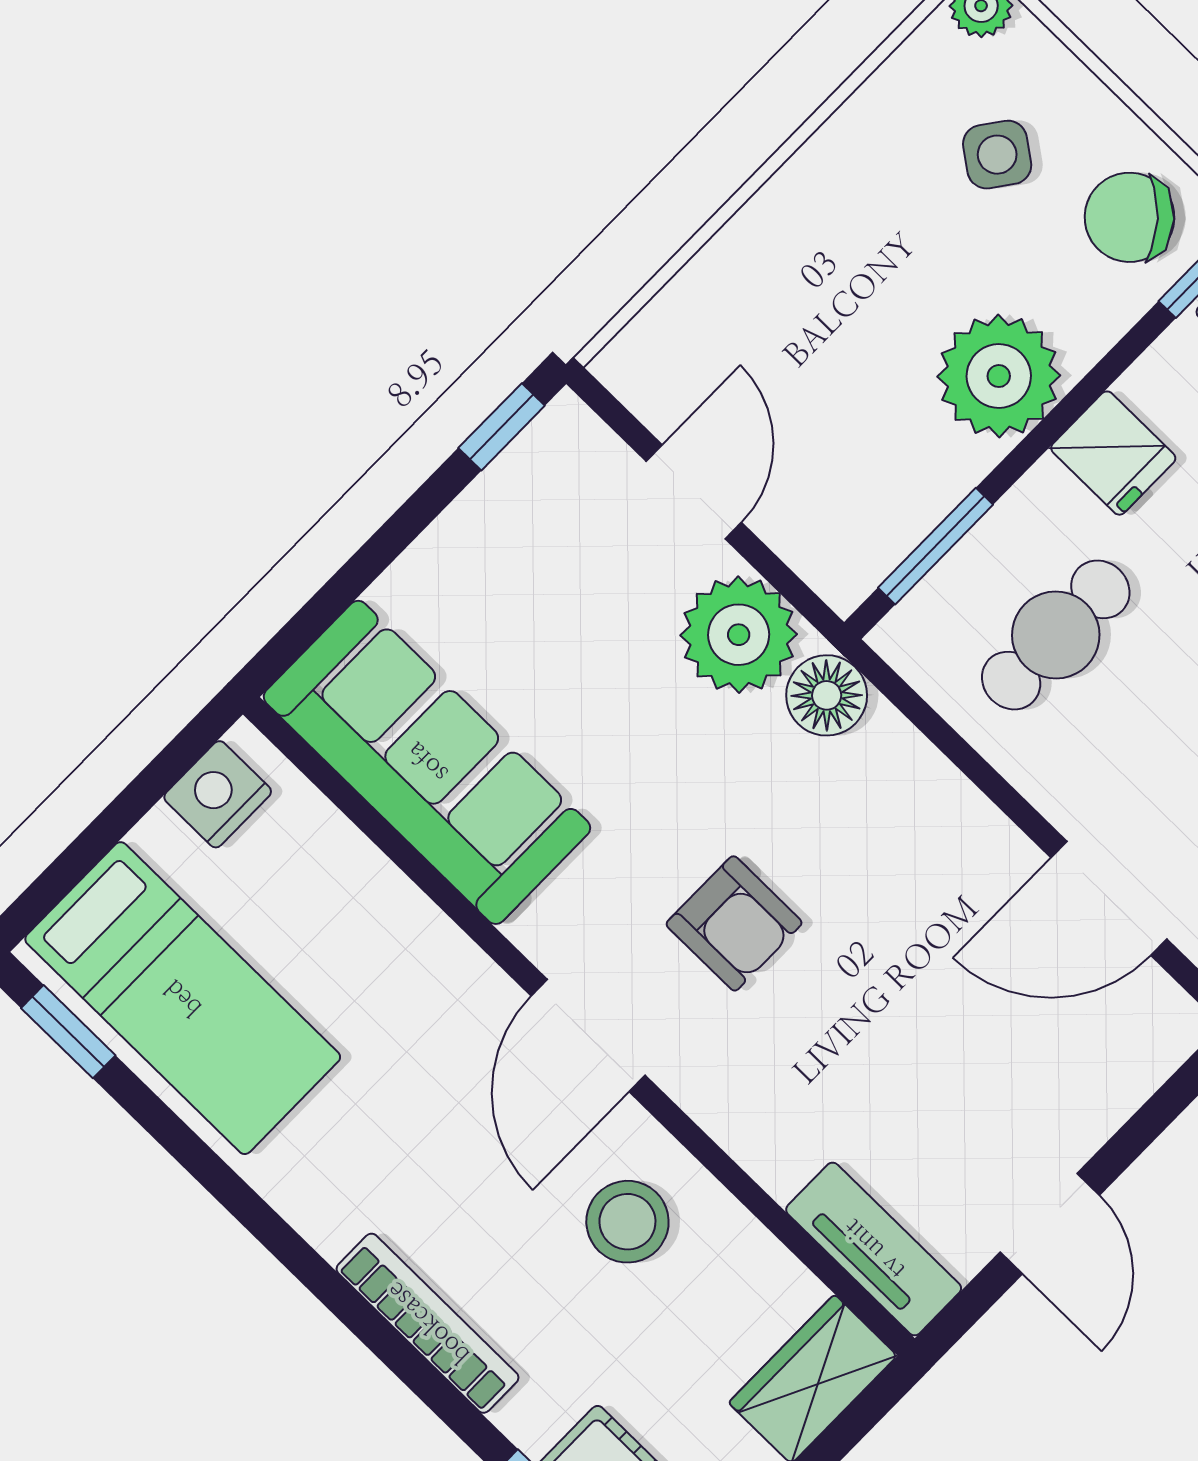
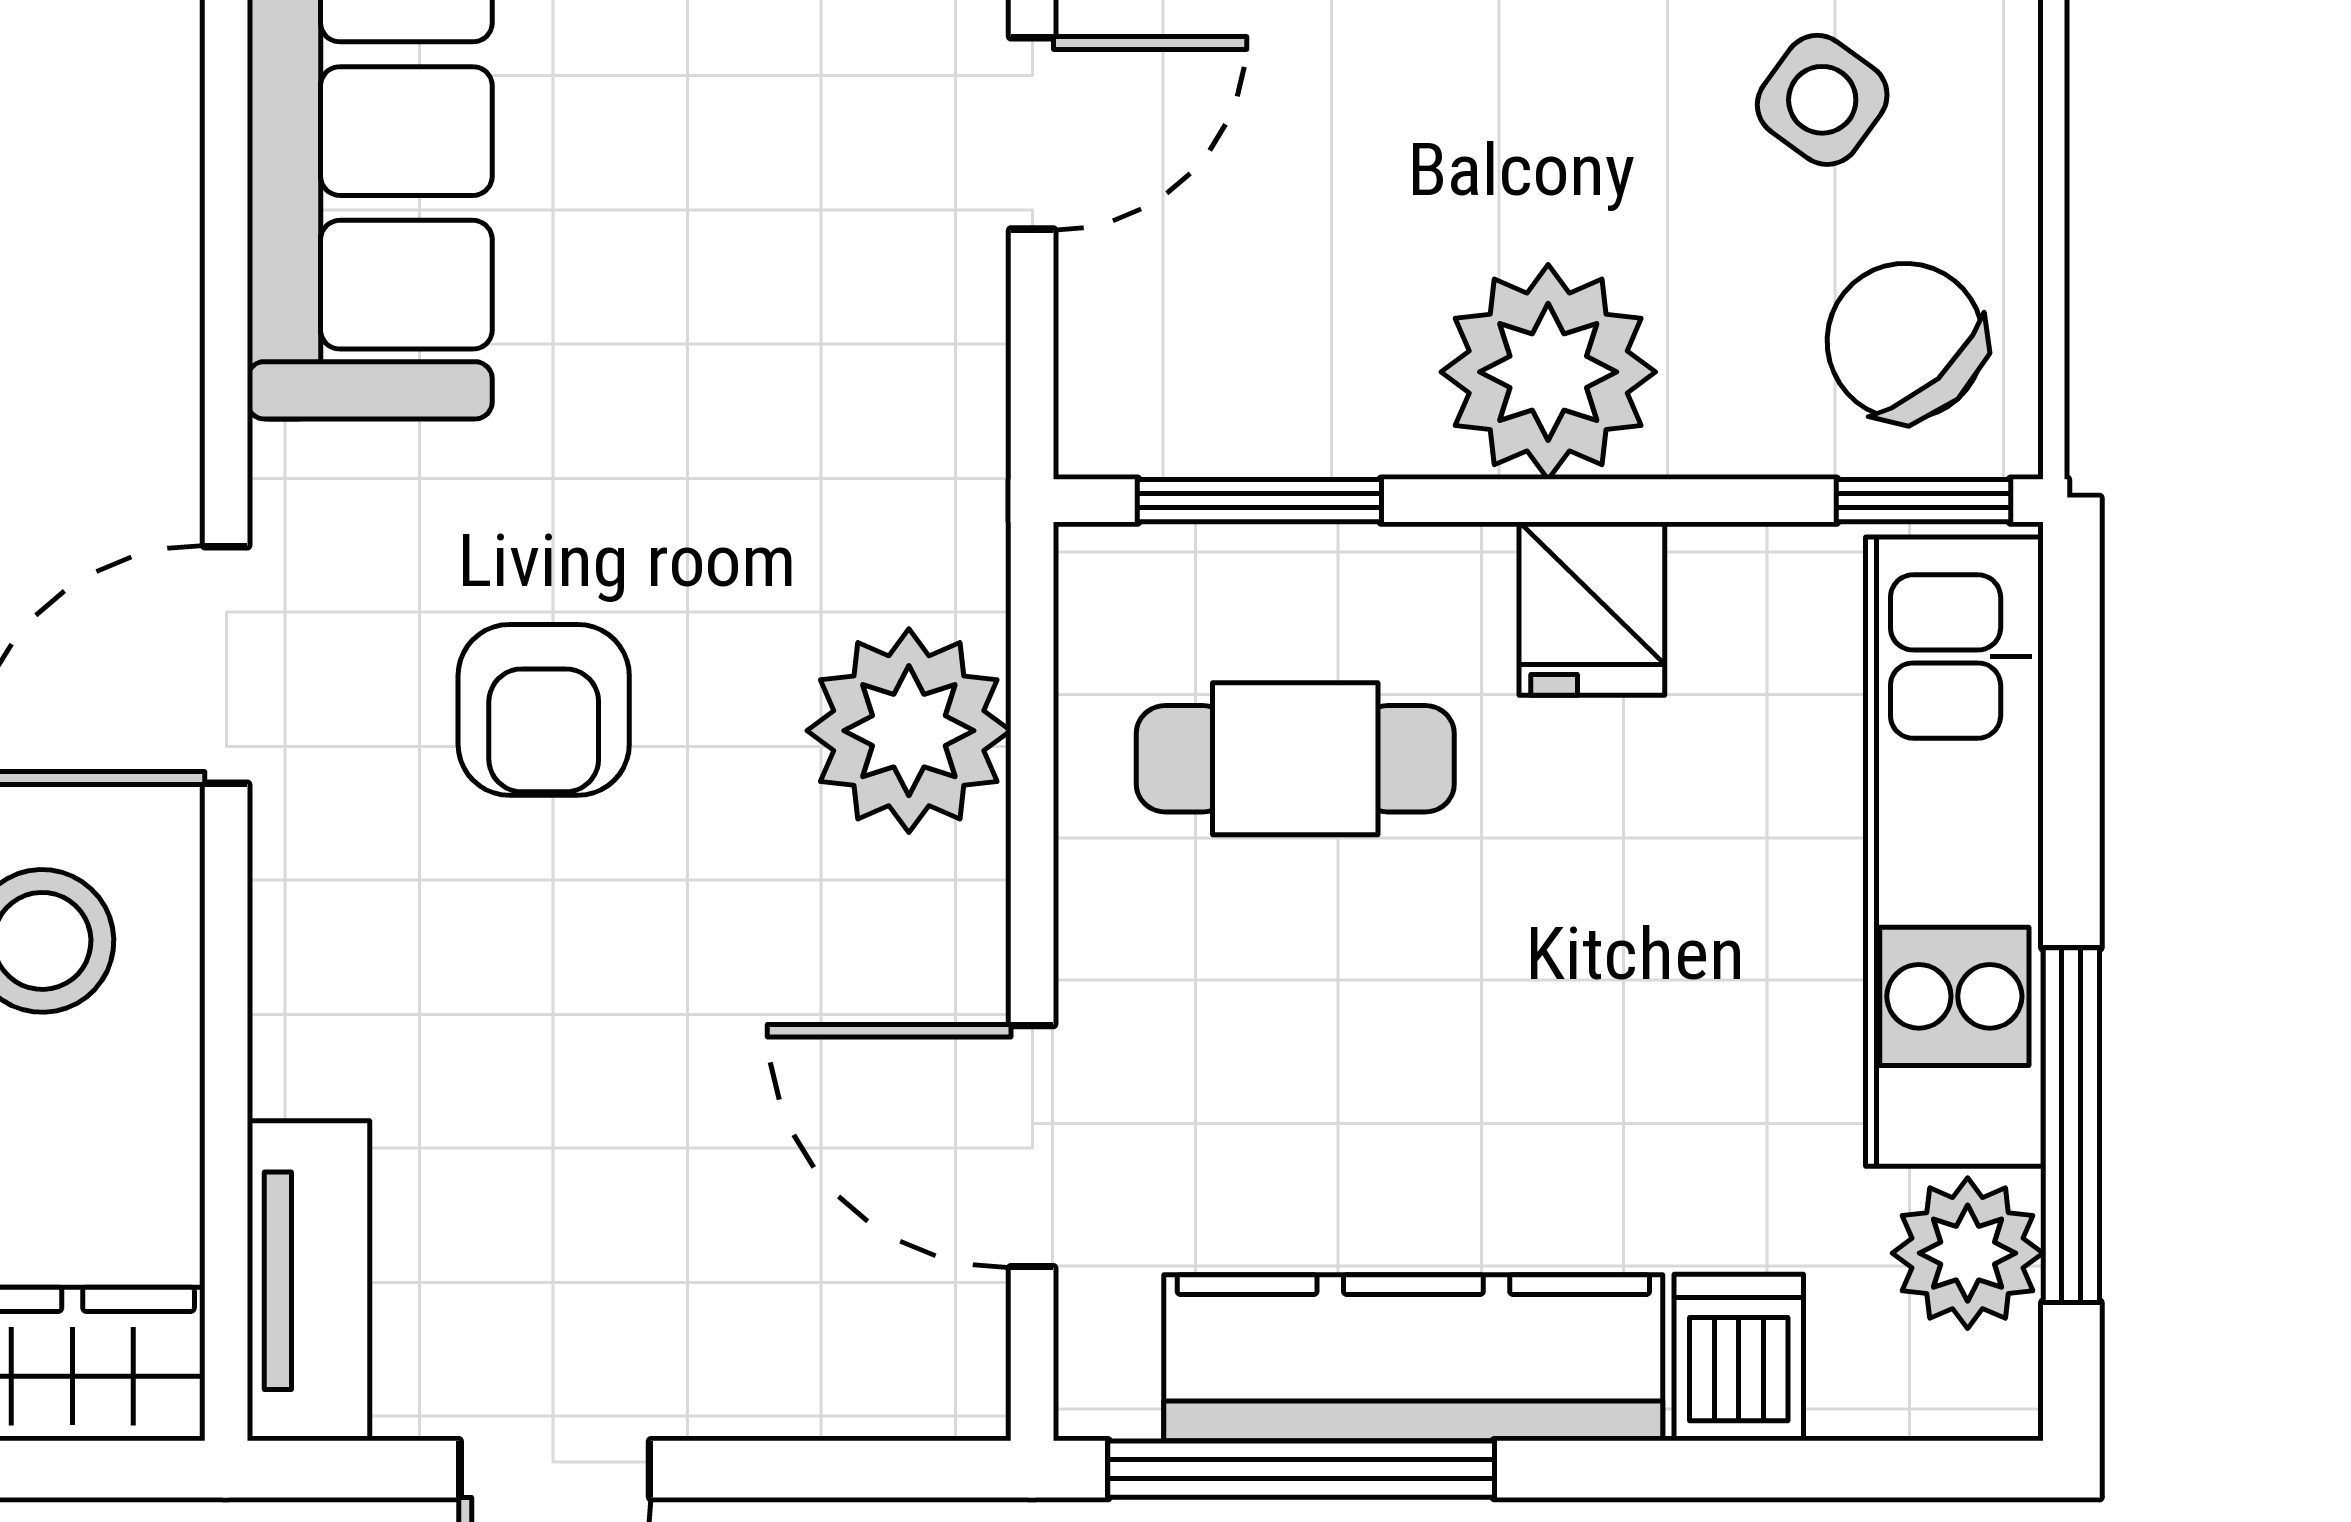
plant: (739, 635) -> (909, 731), moved
floor lamp: (827, 695) -> (941, 547), removed

